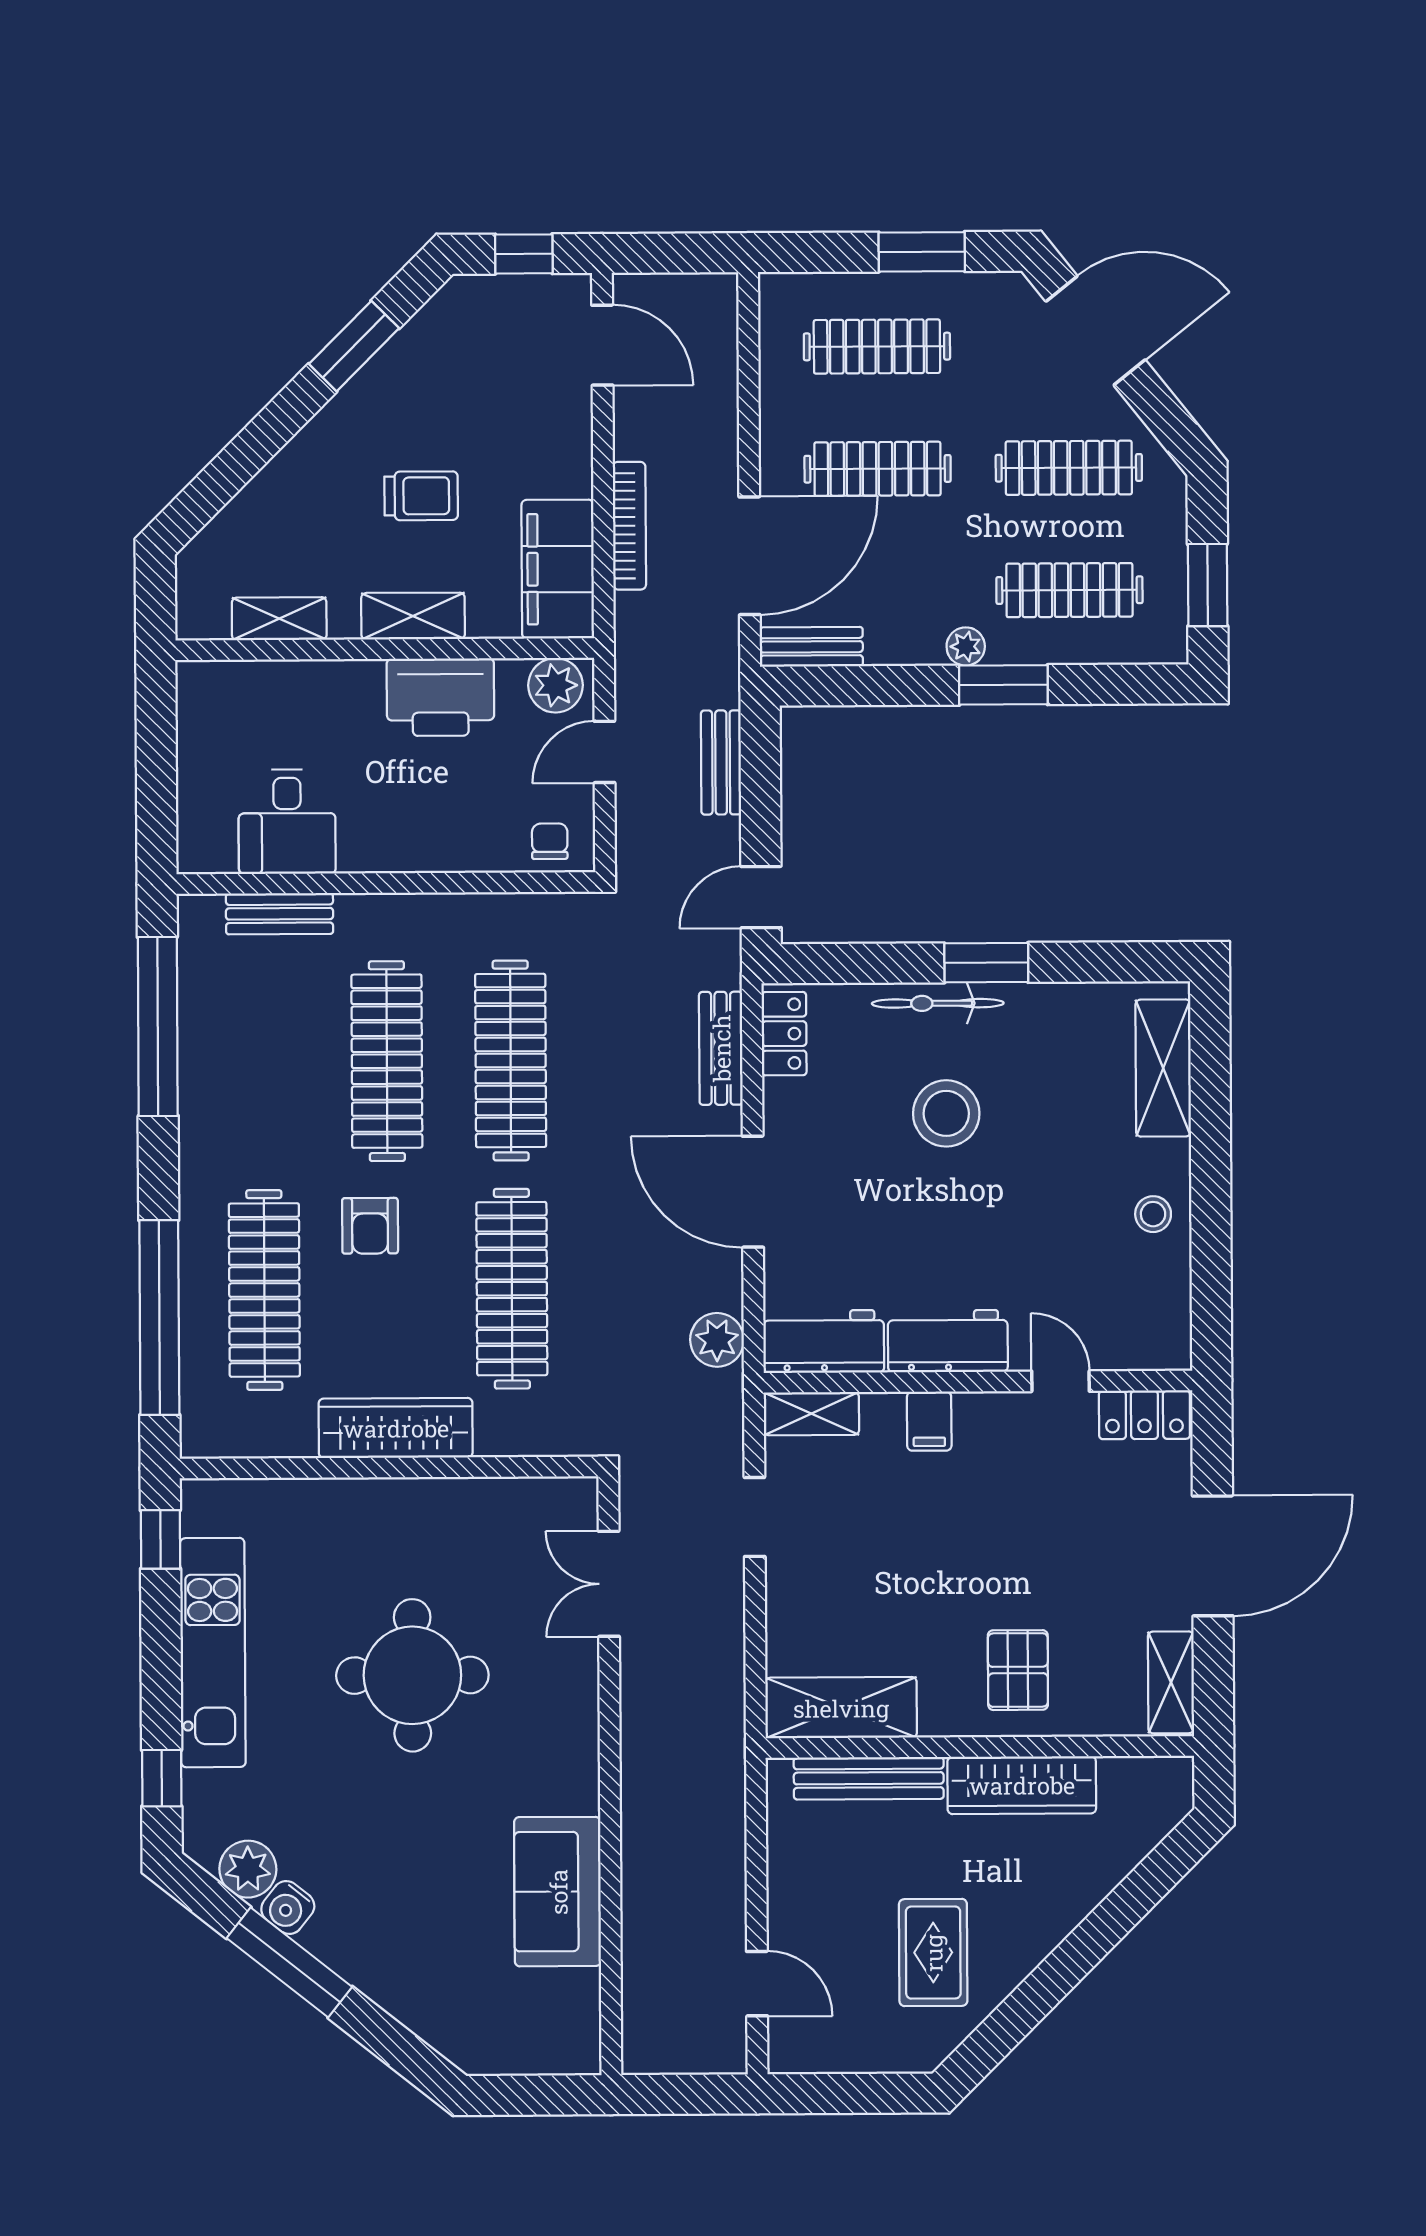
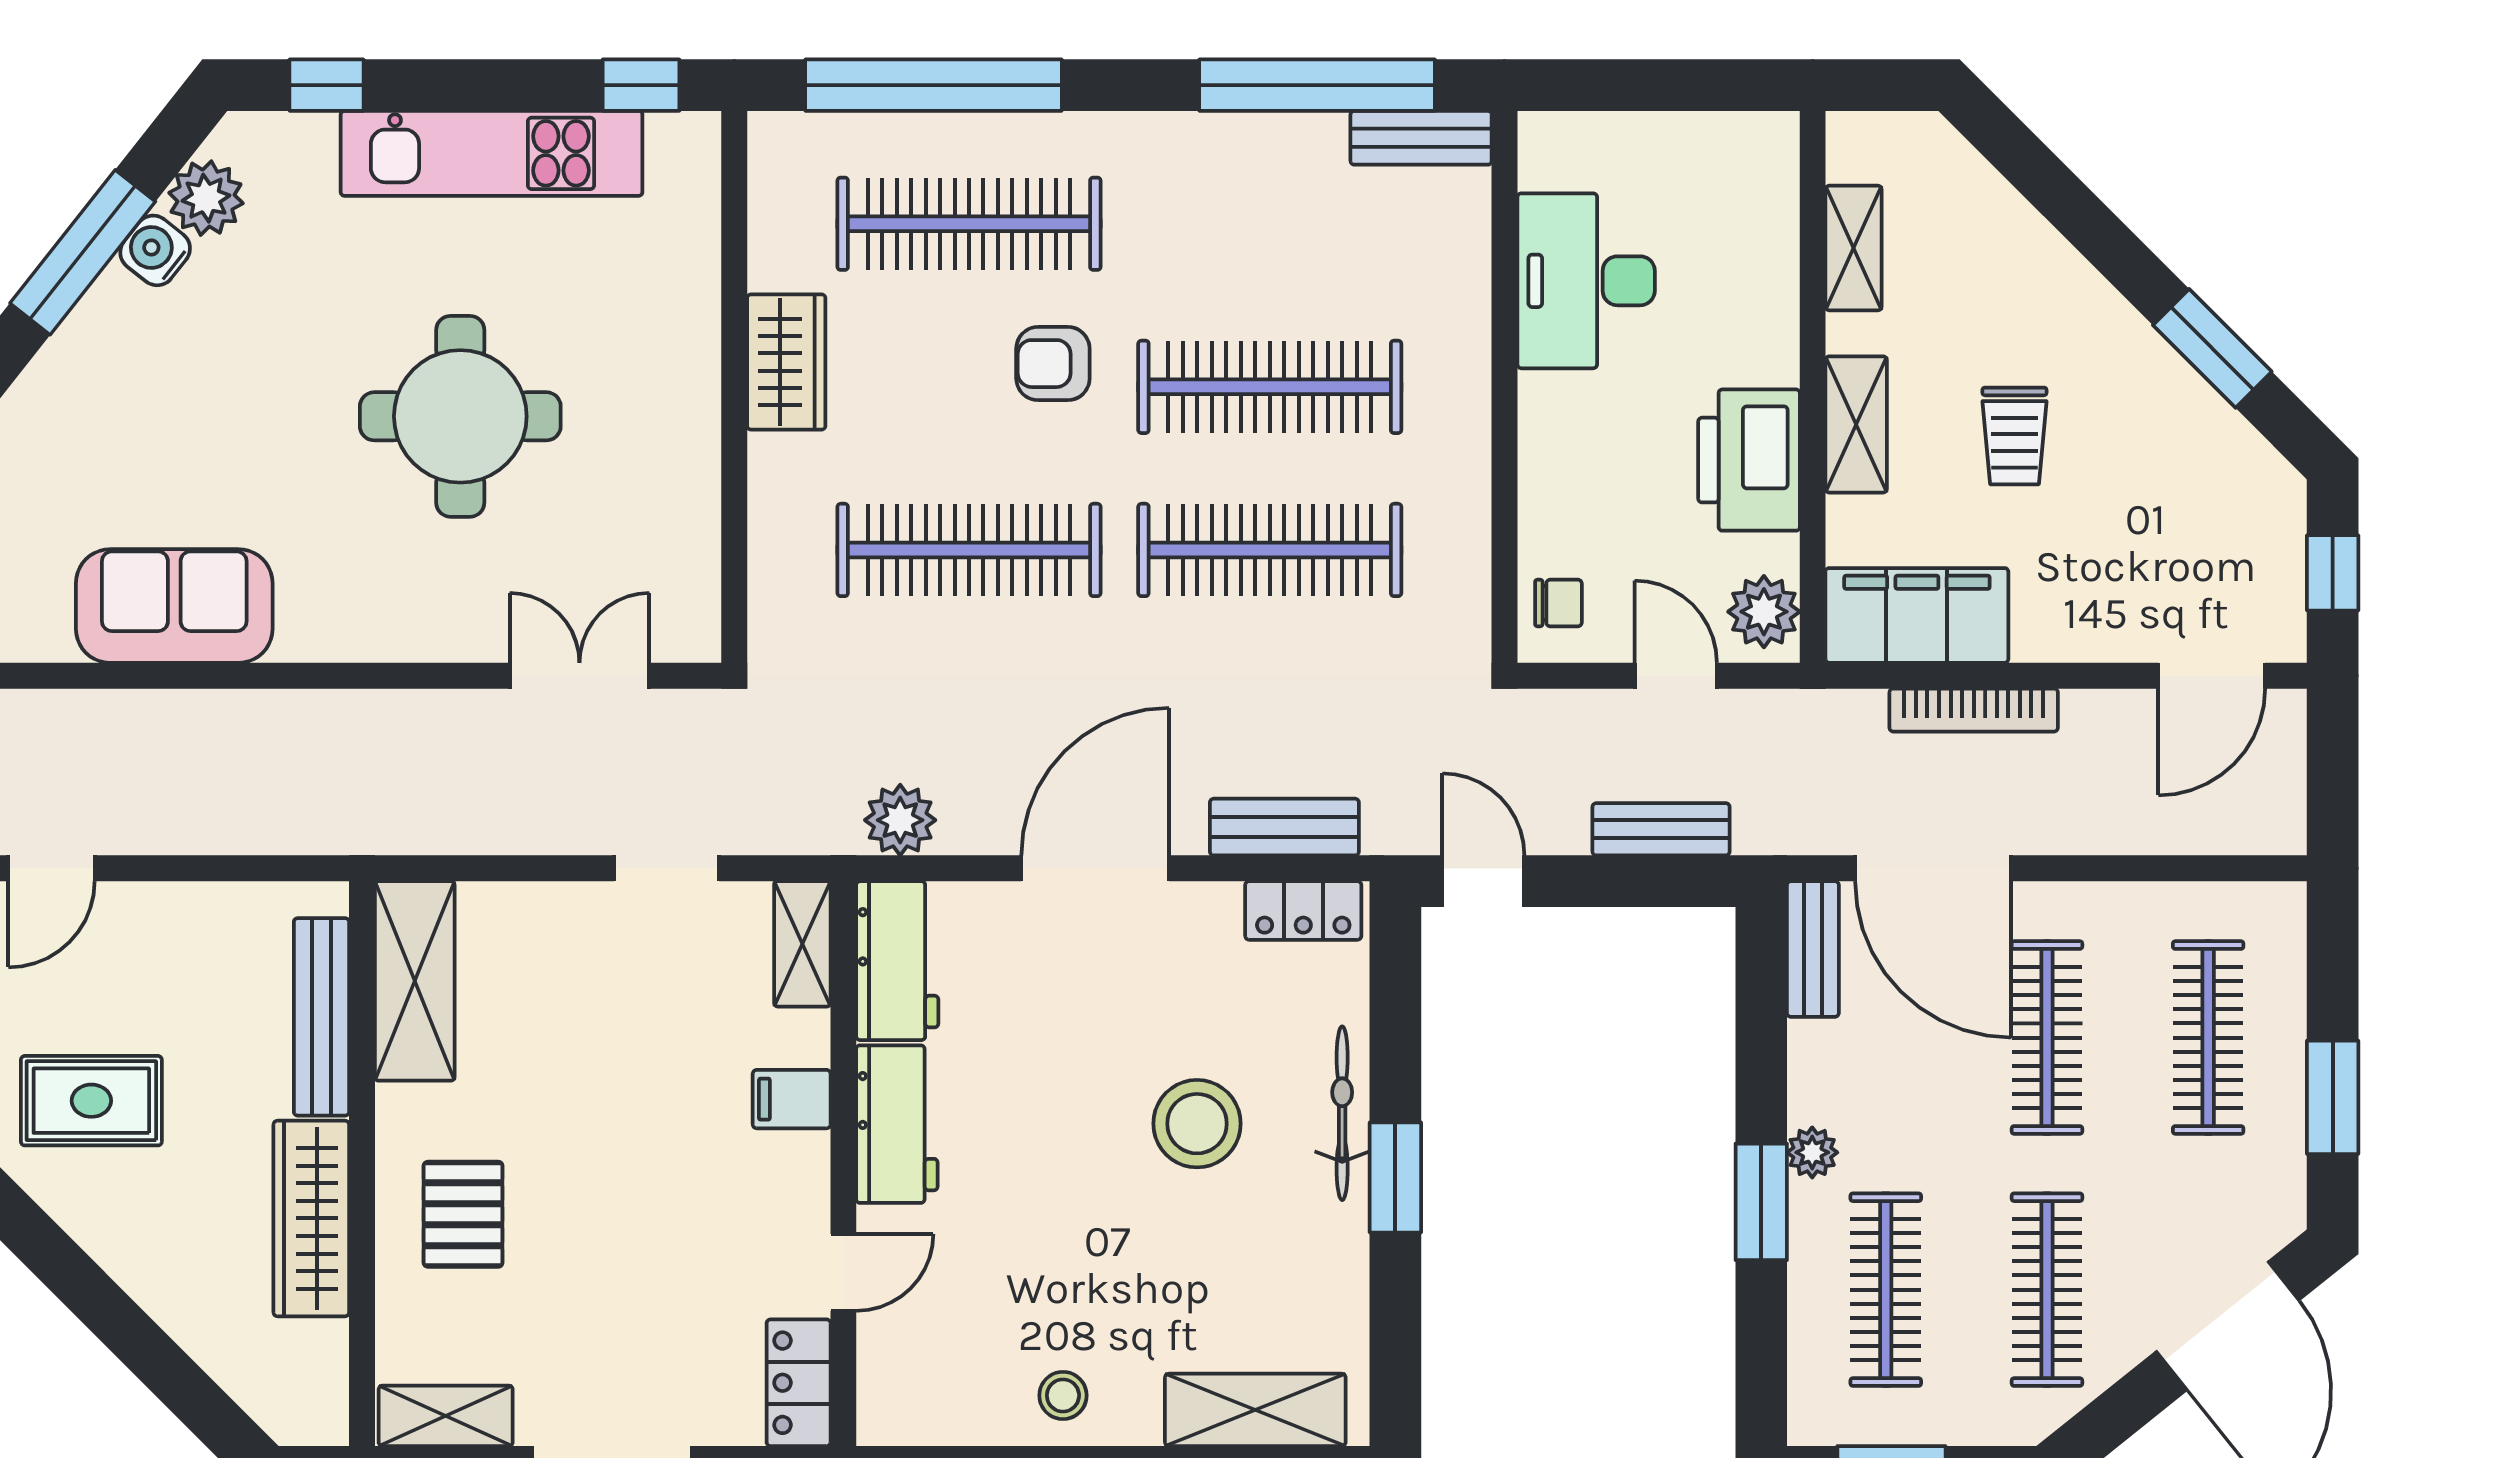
desk: (287, 822) -> (1586, 281), width x1.37
bench: (280, 914) -> (1421, 138), moved, turned 90
wardrobe: (396, 1428) -> (786, 362), width x0.67
pallet: (1018, 1670) -> (463, 1214), turned 90

